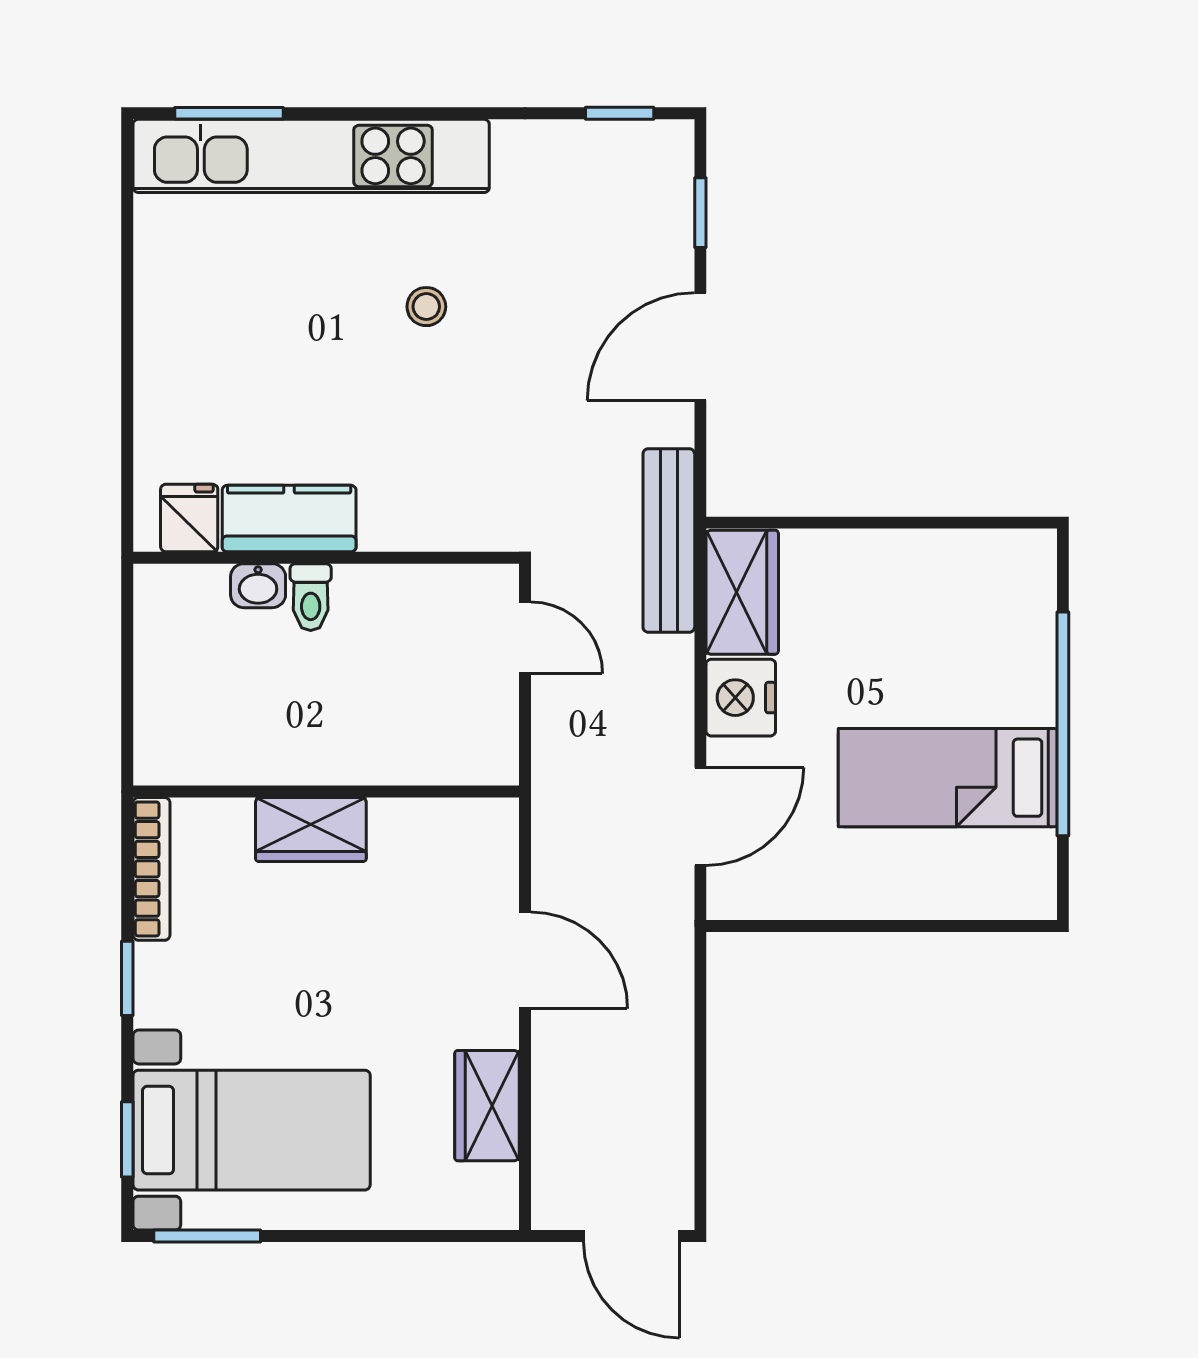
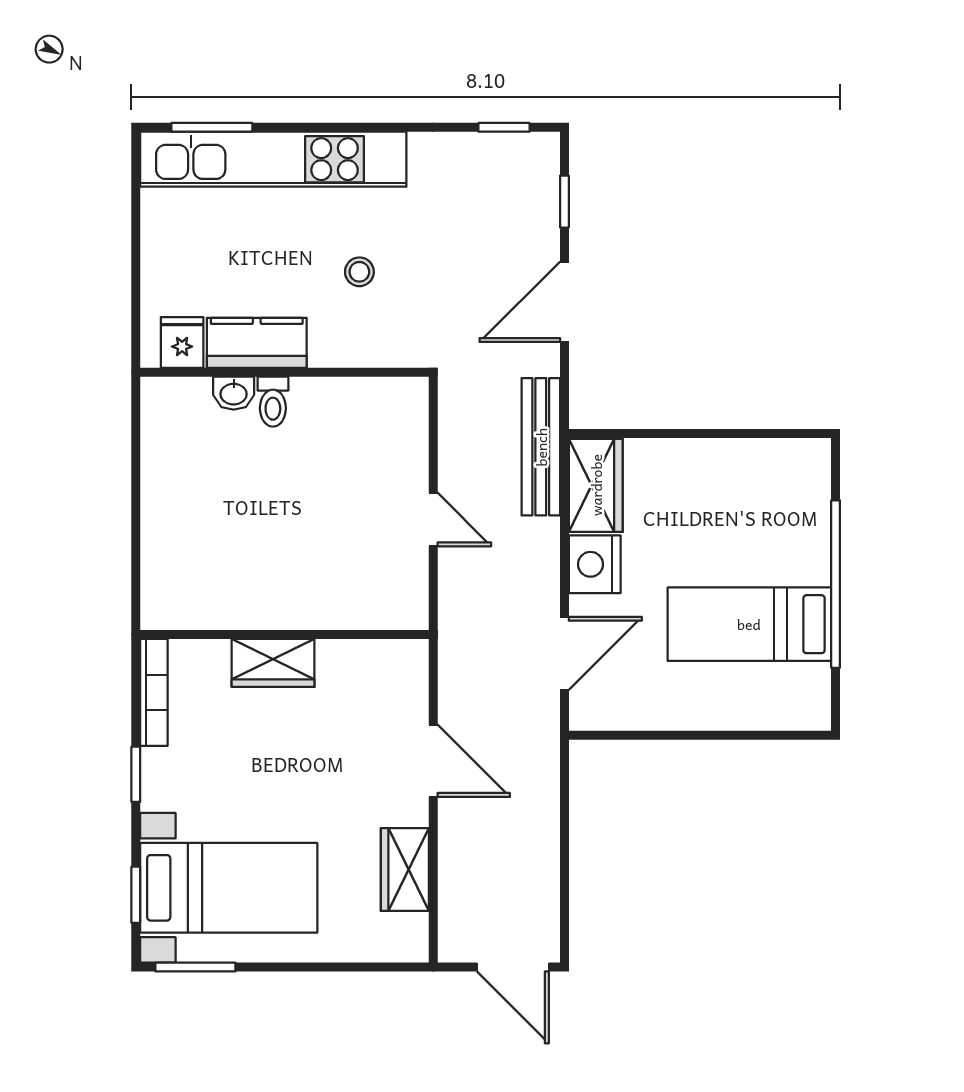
fridge: (189, 518) -> (182, 342), moved
kitchen counter: (289, 518) -> (257, 343), moved
wall: (326, 558) -> (284, 372), moved
washbasin: (258, 586) -> (234, 393), moved
toilet: (311, 597) -> (273, 402), moved

